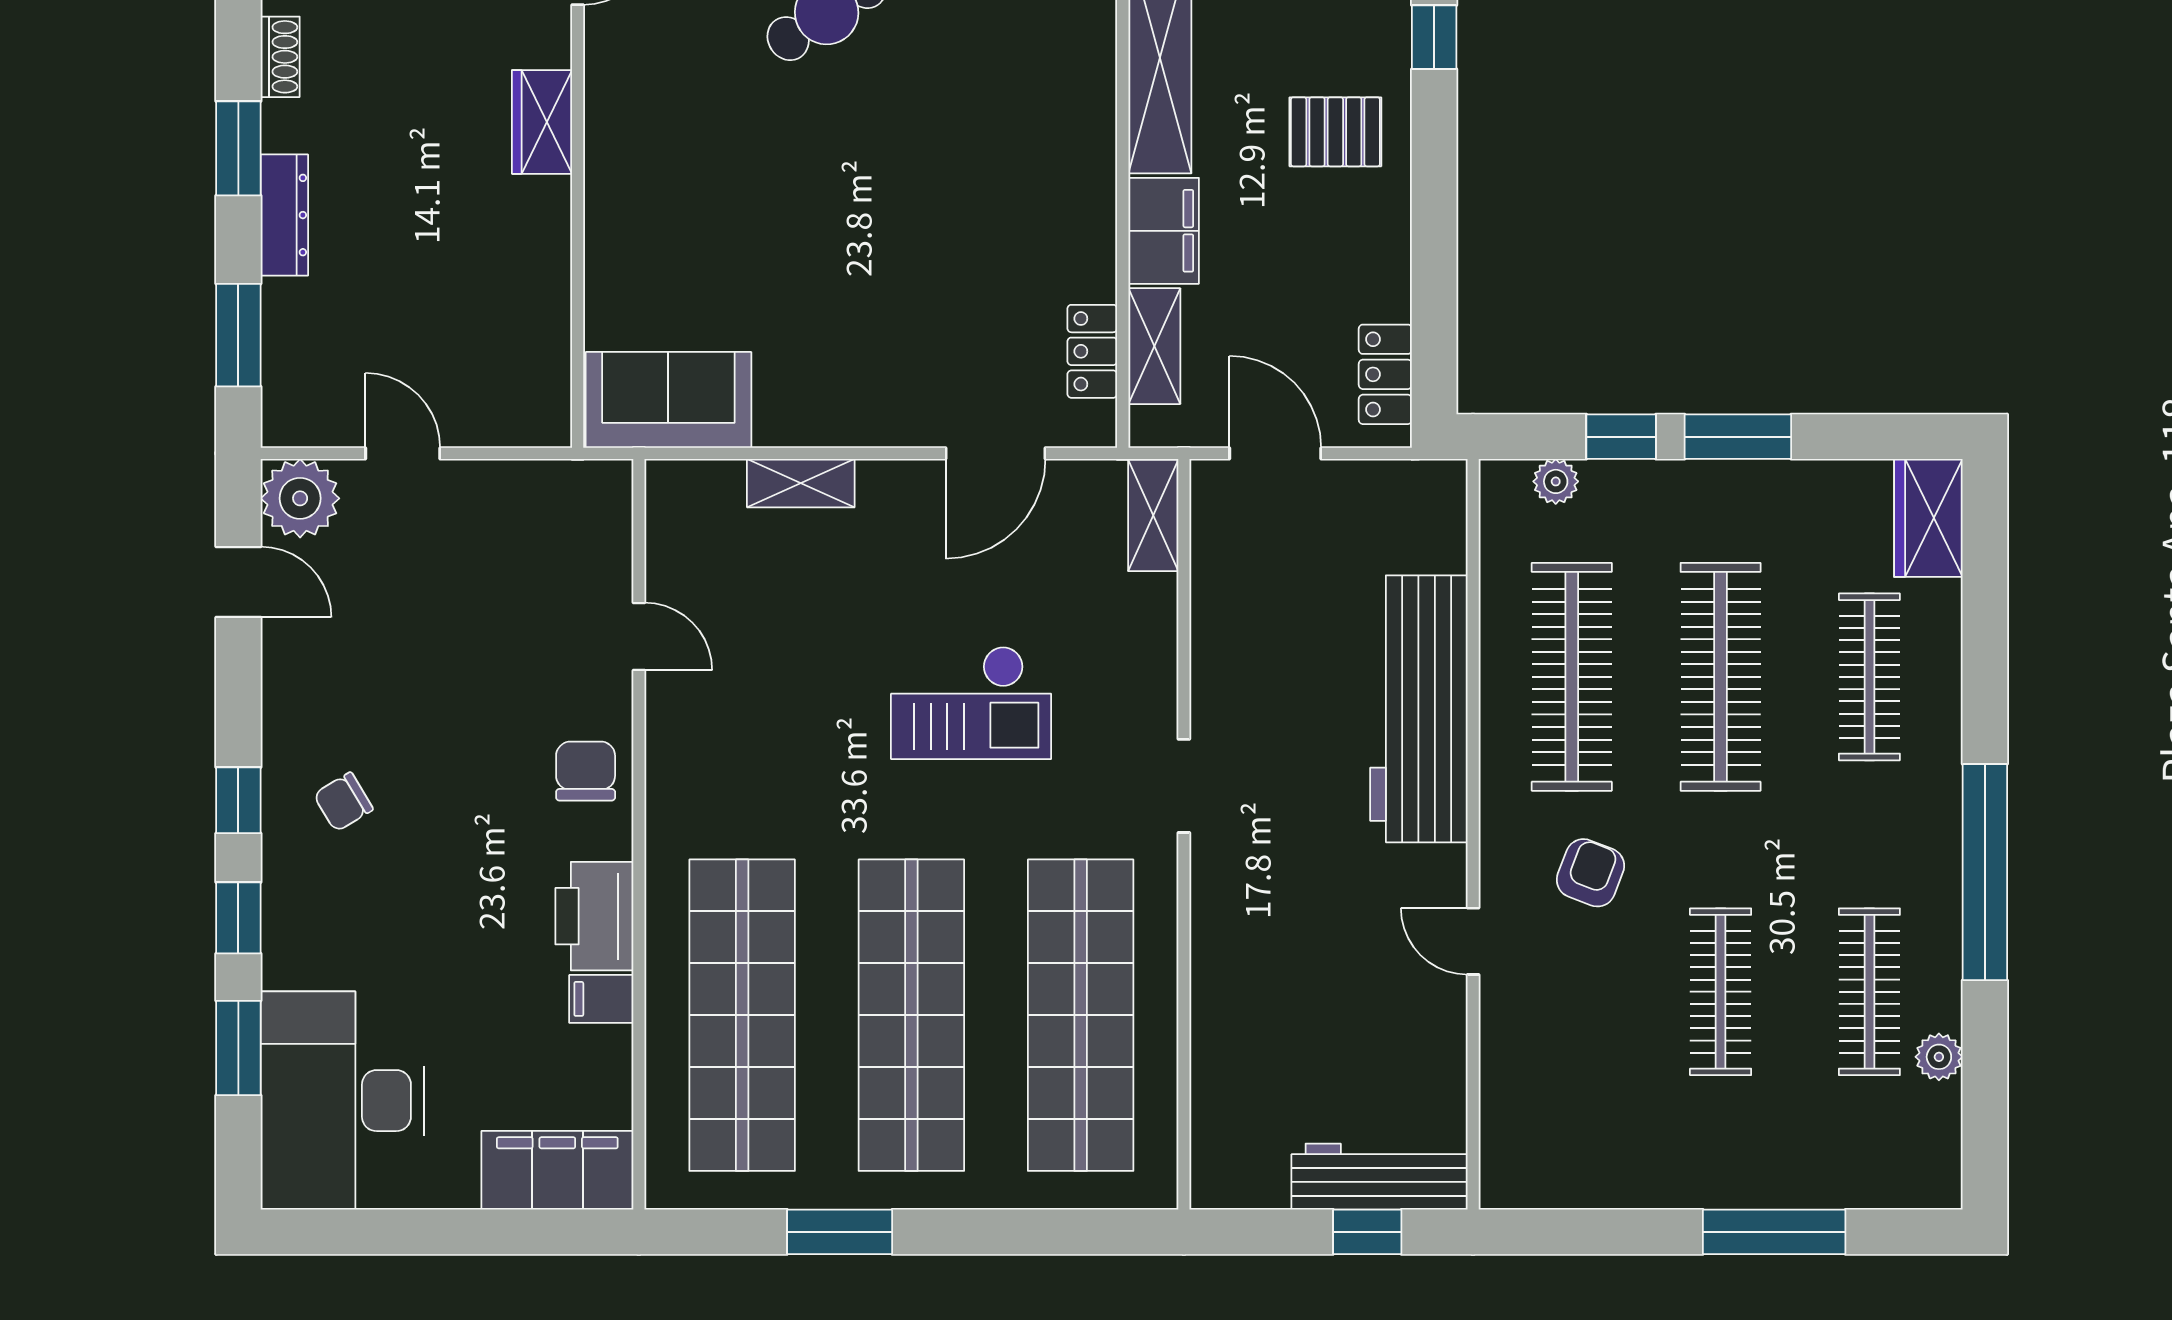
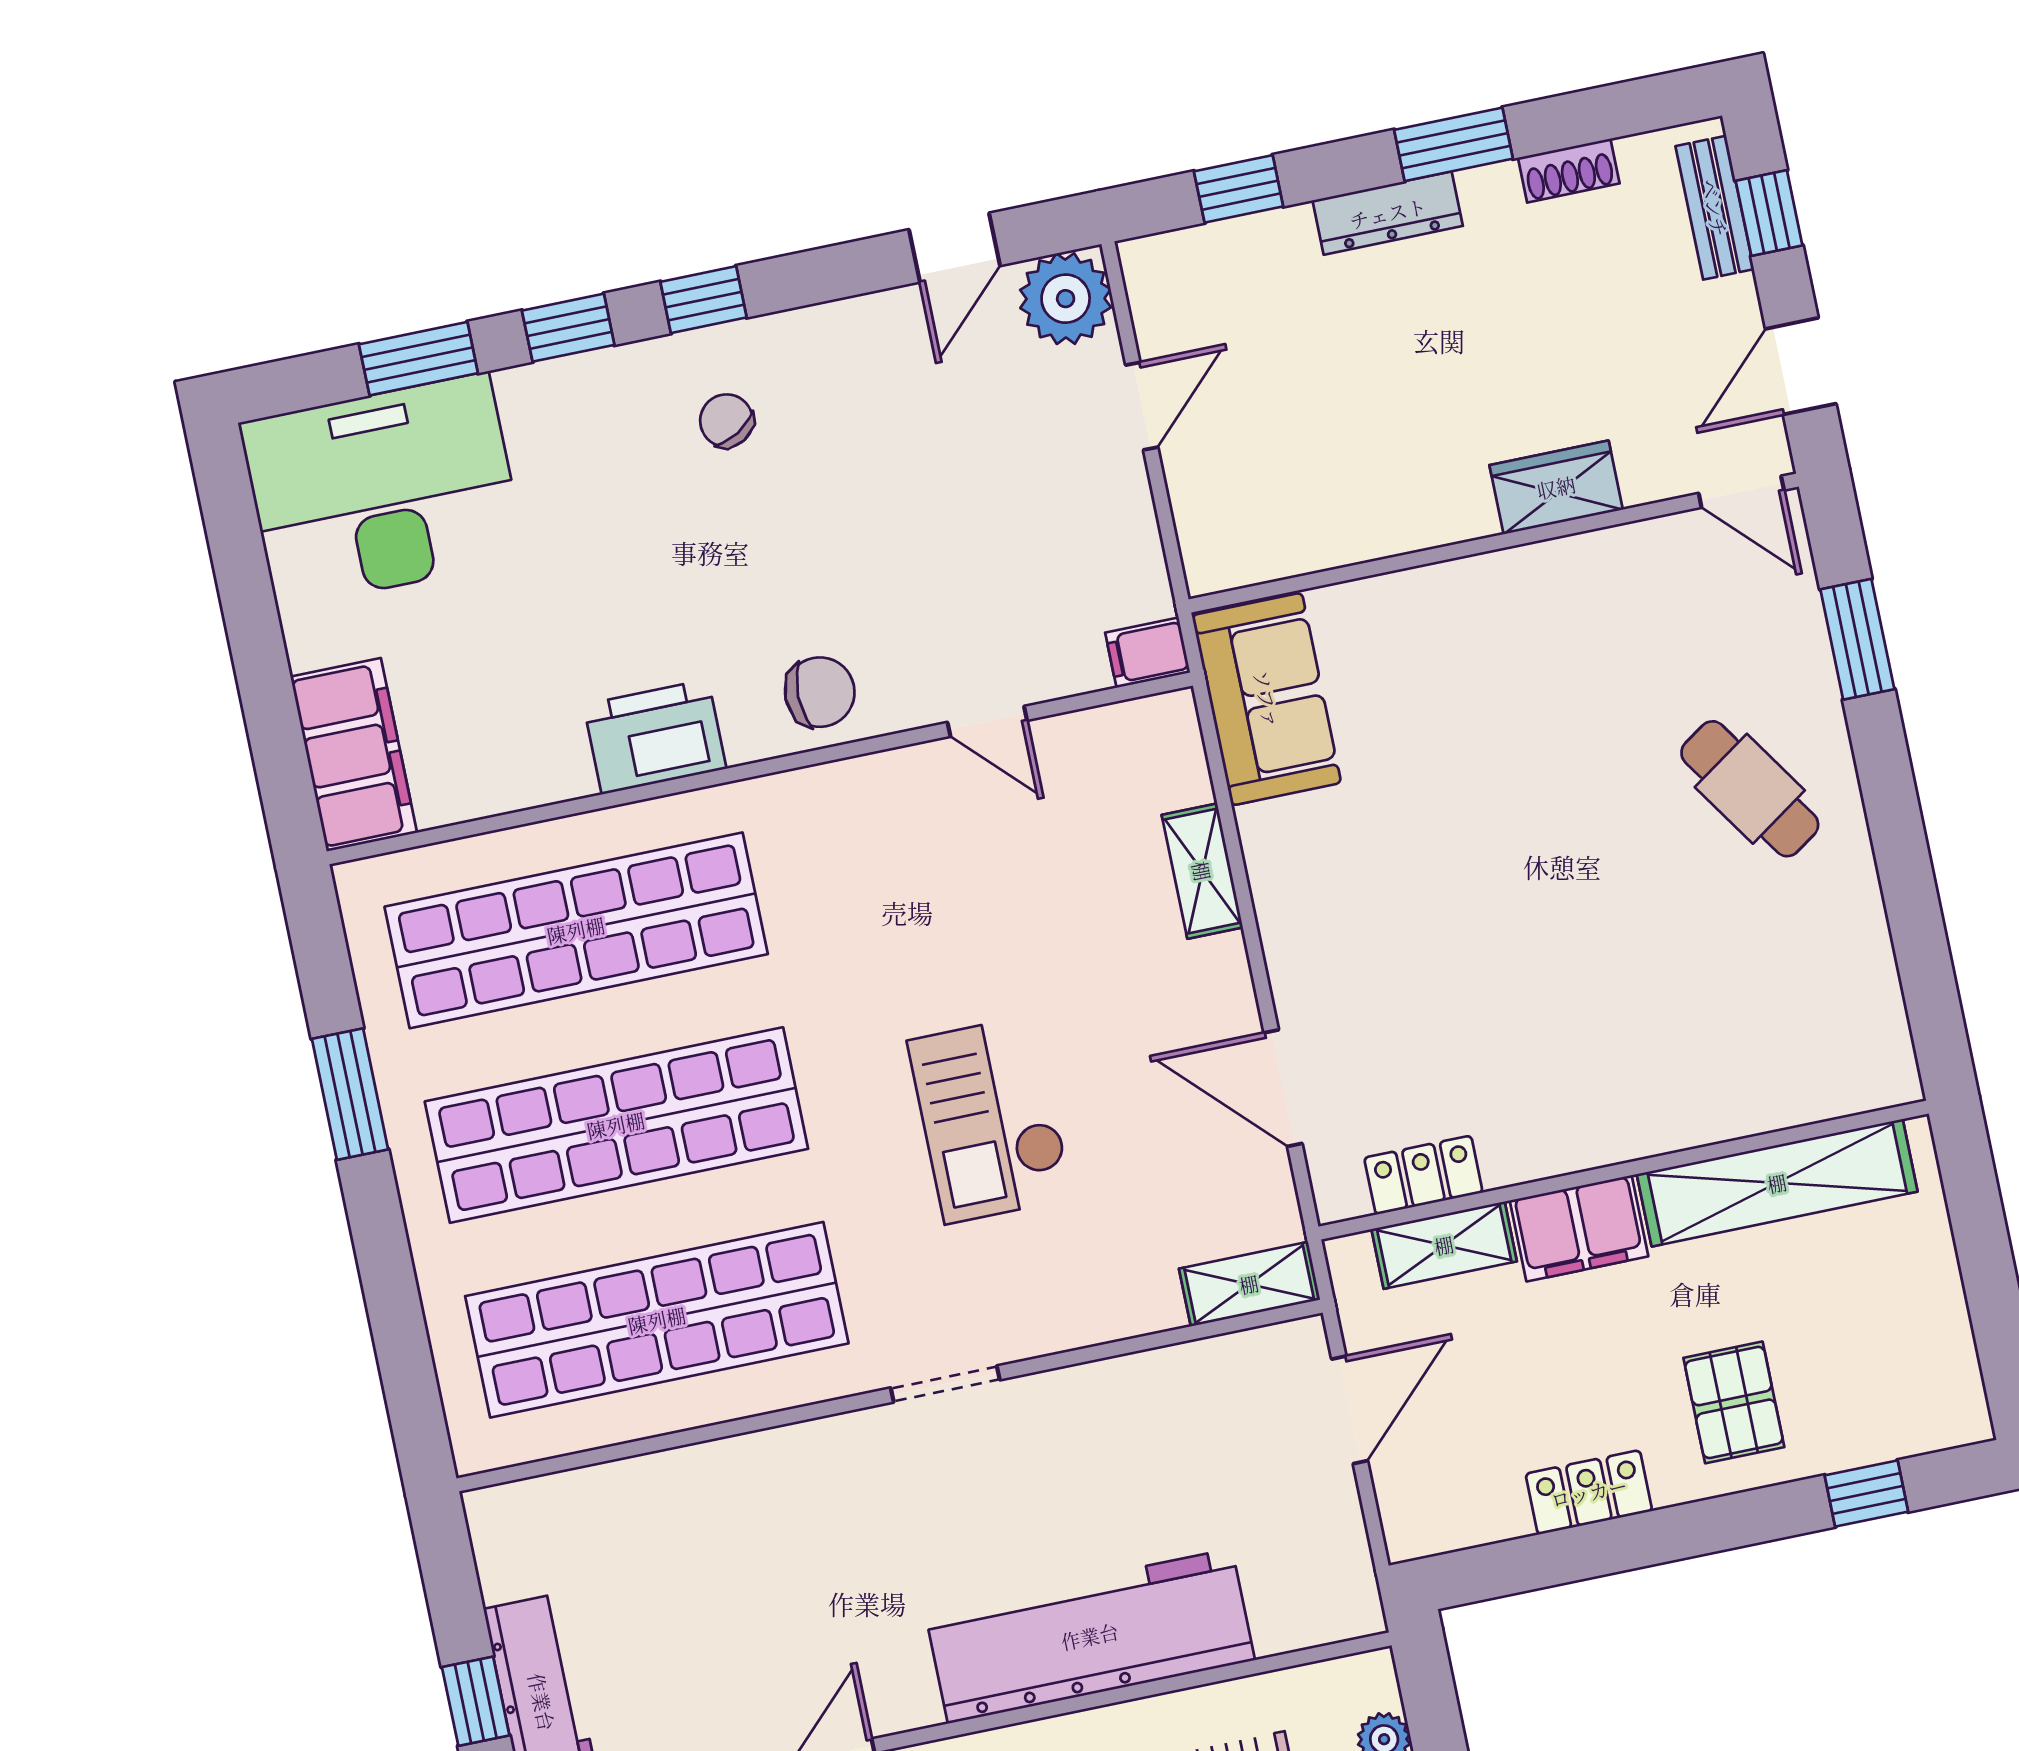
window: (238, 335) -> (1239, 189), width x0.67
locker: (1385, 374) -> (1589, 1492), moved
door: (639, 637) -> (987, 721), hinge flipped
filing cabinet: (601, 999) -> (1148, 653), moved, turned -90

